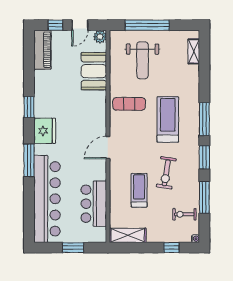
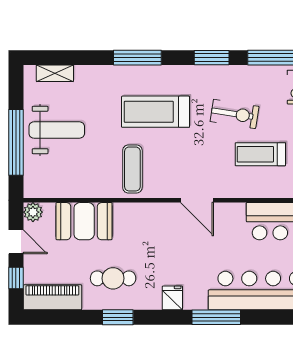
weight bench: (143, 60) -> (57, 130), moved
cafe table: (55, 91) -> (113, 278), added
window: (29, 107) -> (118, 317), moved
window: (204, 119) -> (137, 58), moved
fridge: (45, 131) -> (172, 298), width x0.53, depth x0.75

